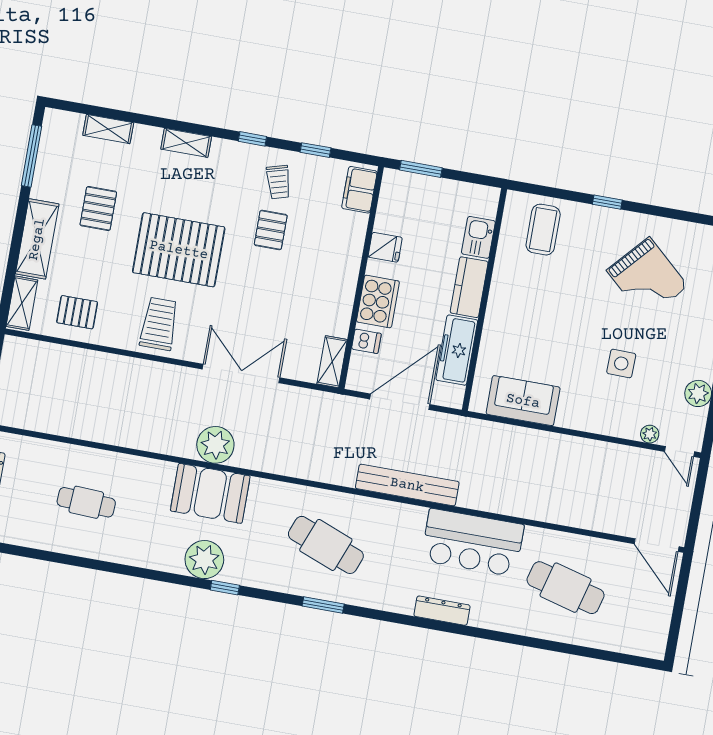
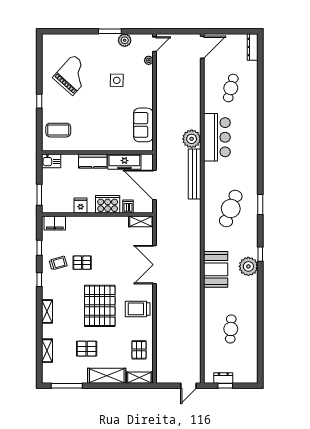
kitchen sink: (478, 237) -> (51, 161), moved
plant: (215, 445) -> (192, 139), moved
cafe table: (566, 588) -> (231, 88), width x0.73, depth x0.74
dresser: (442, 611) -> (253, 47), moved

